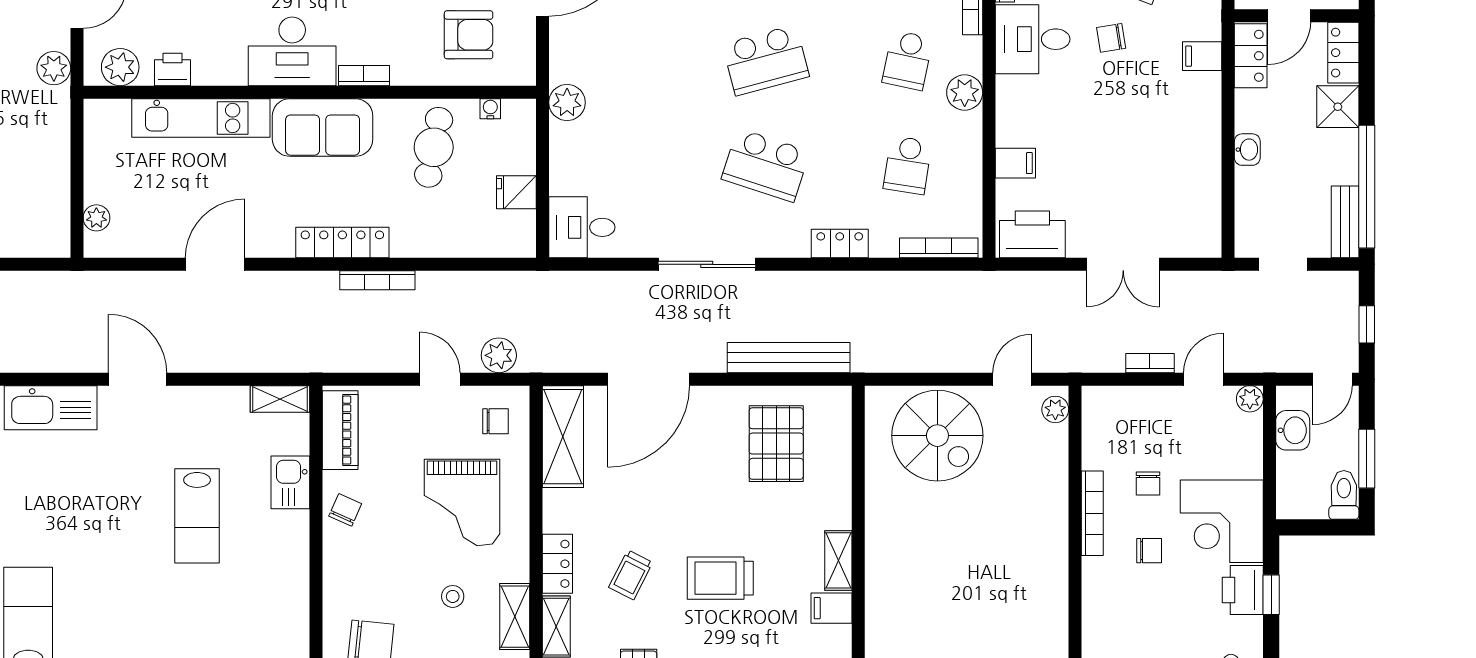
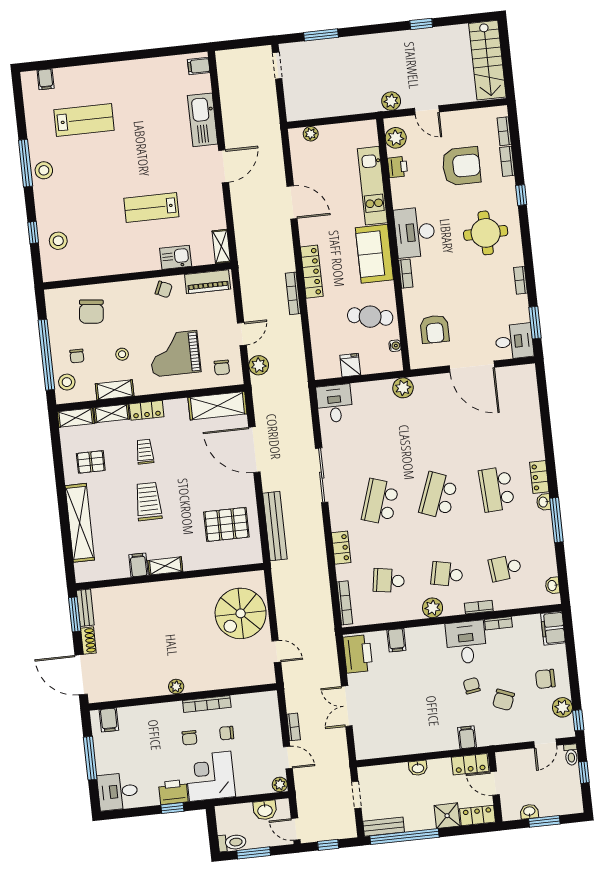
school desk: (766, 60) -> (438, 495), turned 36
plant: (1055, 409) -> (176, 687), moved
trolley: (631, 575) -> (145, 452), turned 63

